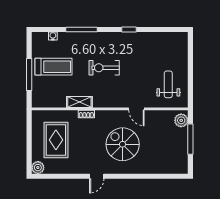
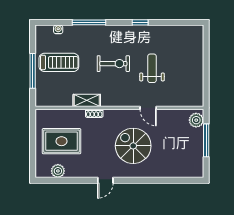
exercise bike: (104, 68) -> (113, 64), turned 180
weight bench: (168, 84) -> (152, 68), moved
rug: (56, 140) -> (62, 141), turned 90
plant: (38, 168) -> (58, 171), moved

